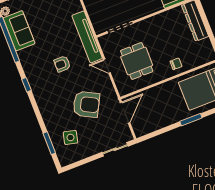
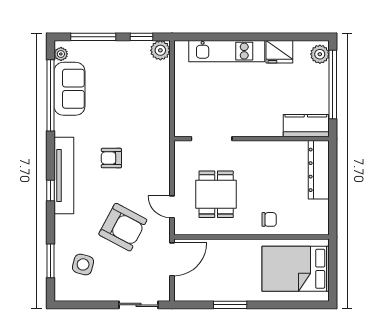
tv unit: (87, 37) -> (64, 176), moved, turned 180
door: (107, 66) -> (172, 207), moved
window: (26, 85) -> (51, 190), moved
window: (191, 120) -> (230, 305), moved

